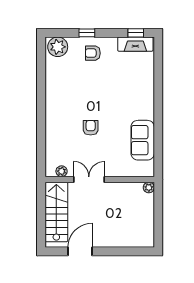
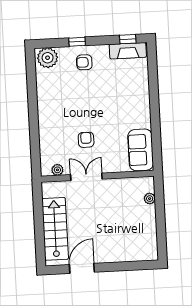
plant: (62, 171) -> (57, 170), moved
double door: (89, 179) -> (86, 177), moved
wall: (100, 179) -> (97, 176), moved

